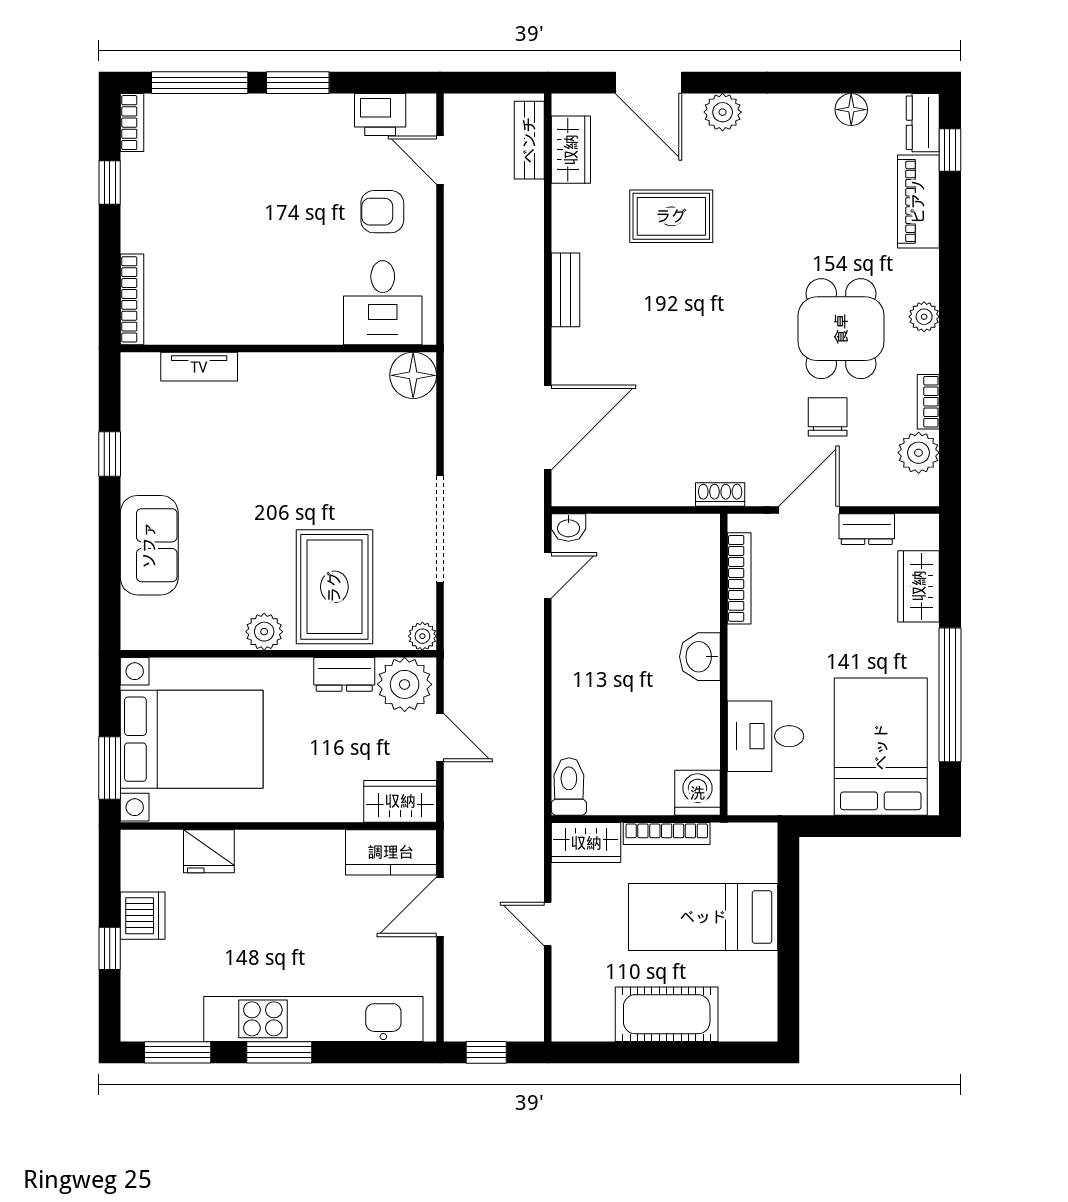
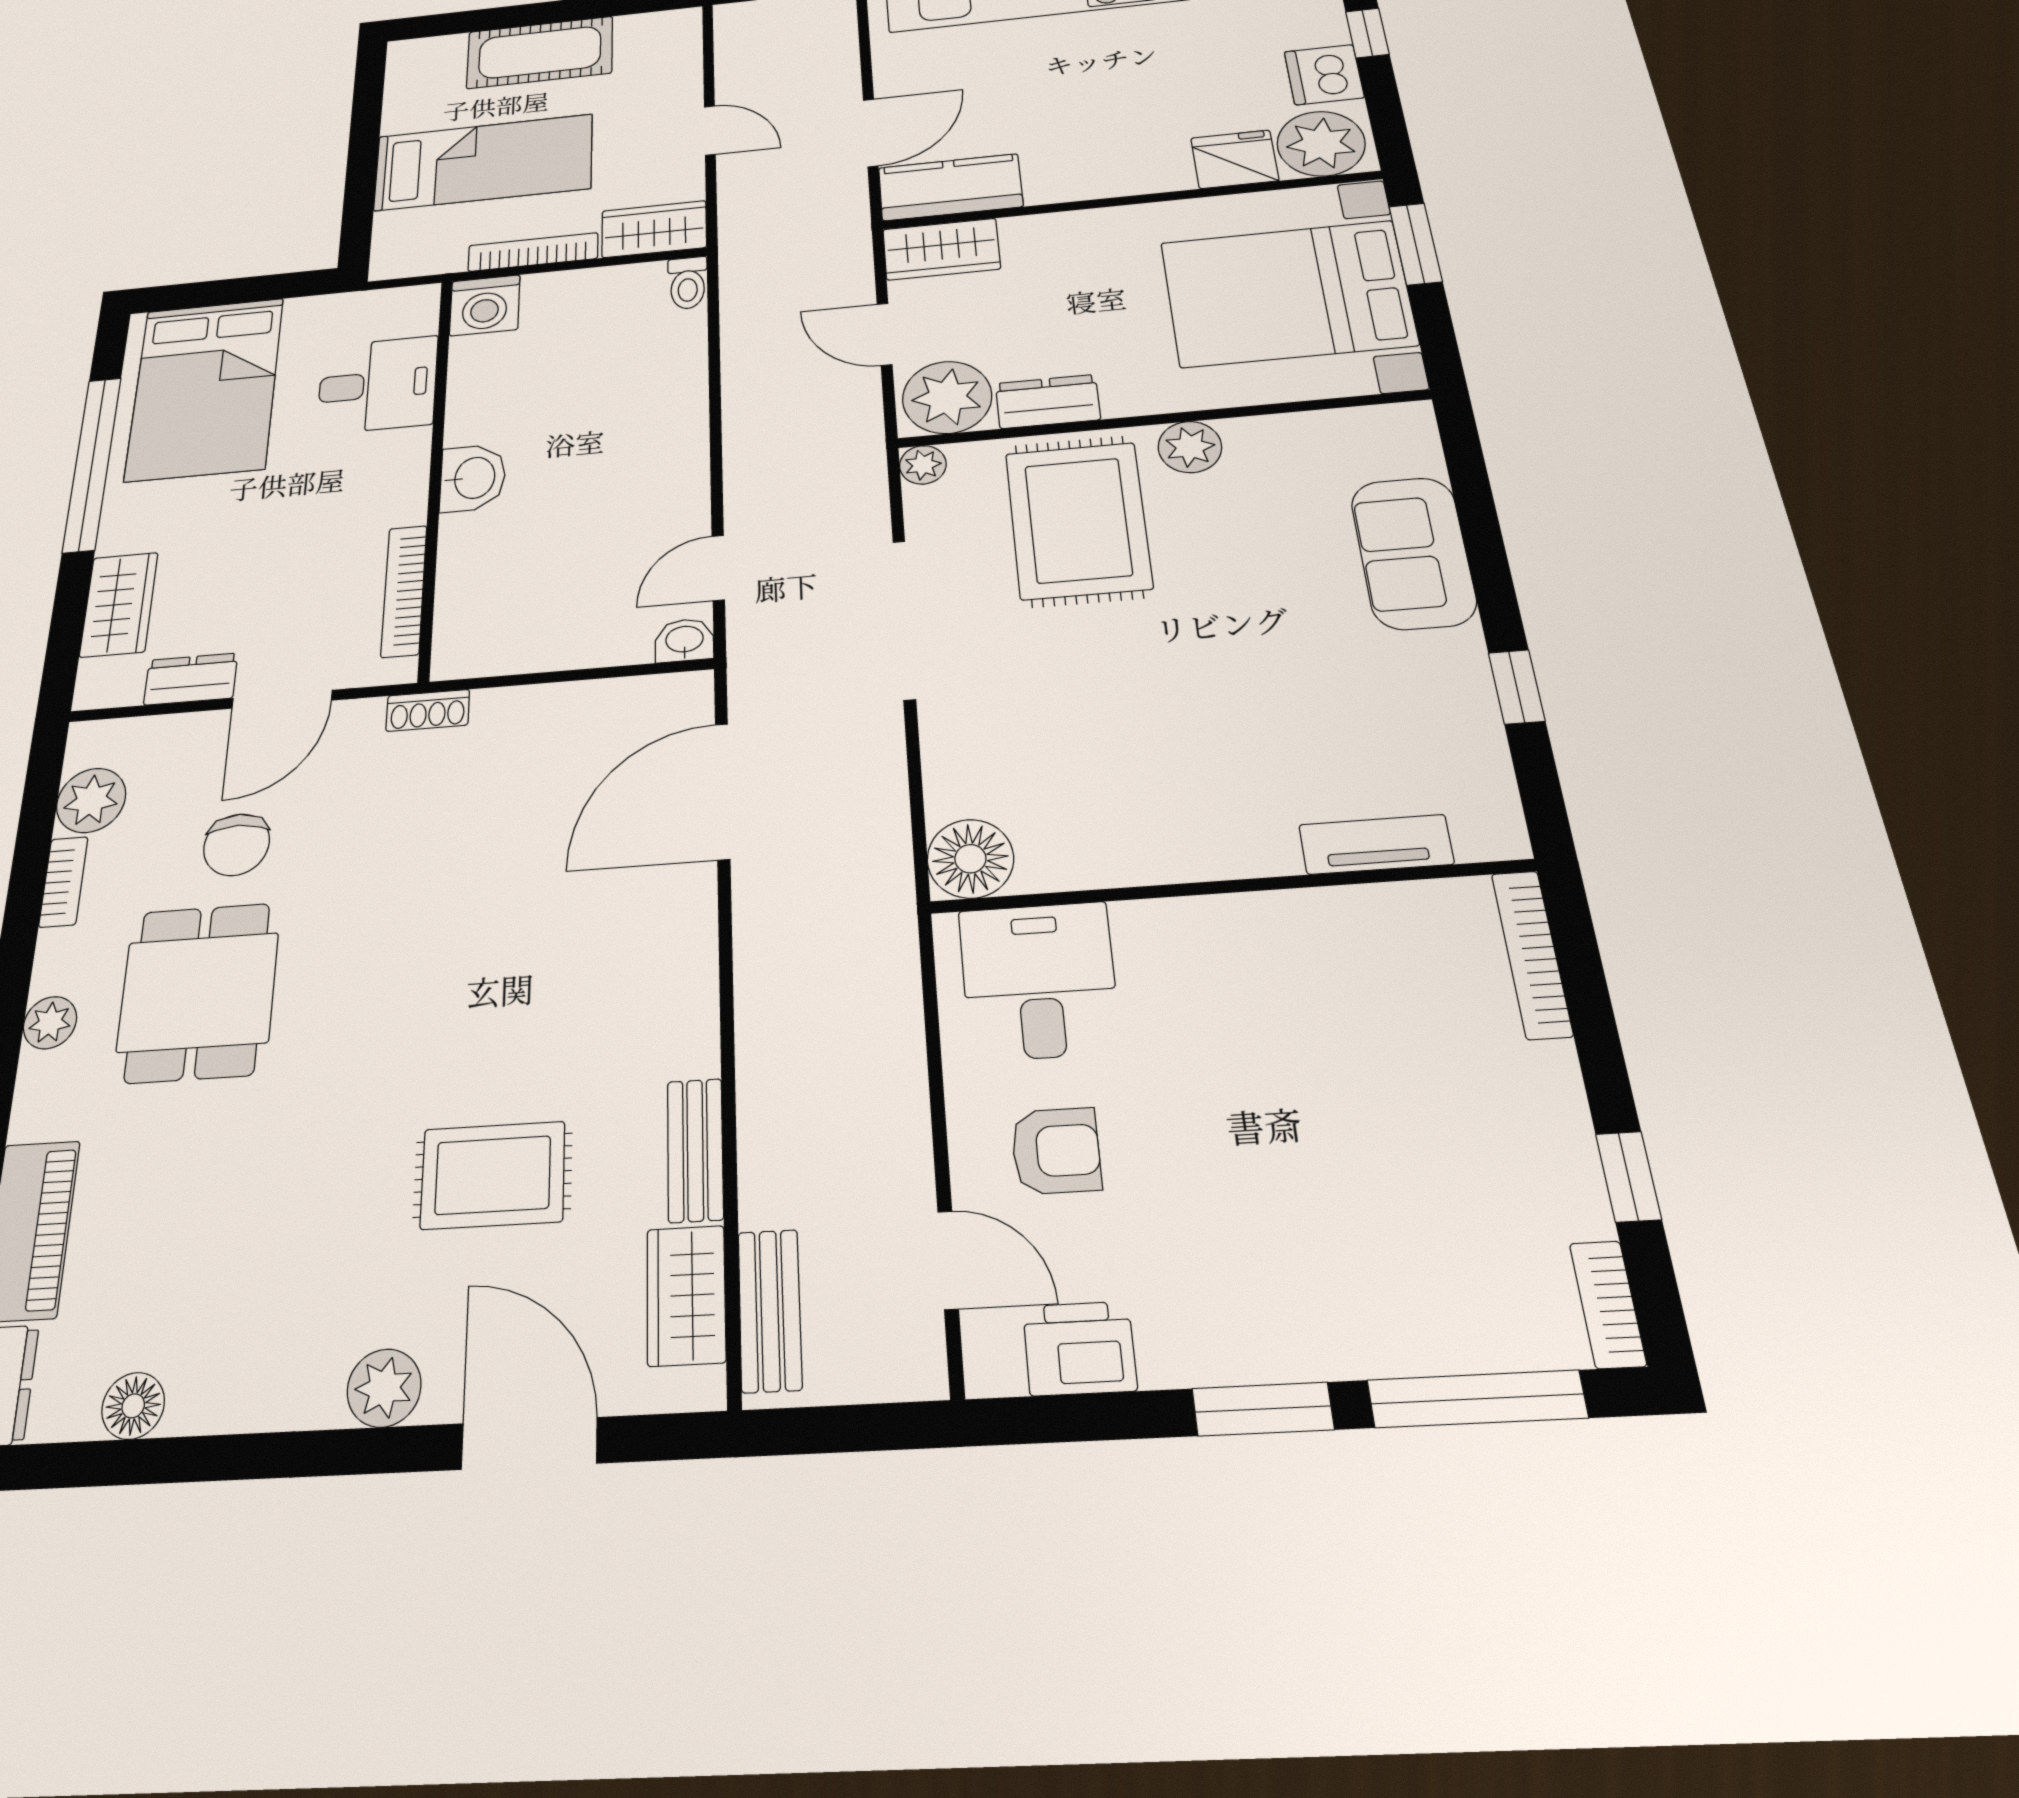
bench: (566, 290) -> (695, 1150), moved
toilet: (569, 786) -> (688, 283), width x0.73, depth x0.72
plant: (153, 857) -> (1321, 144), added

